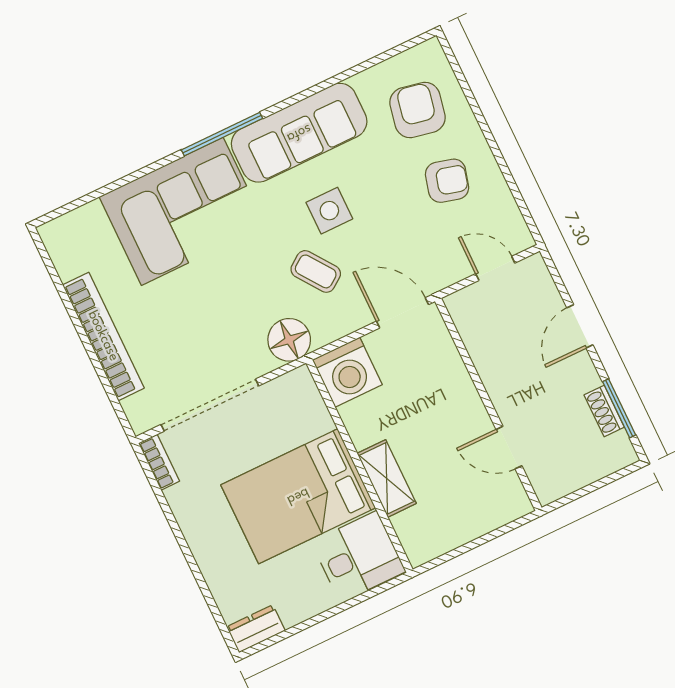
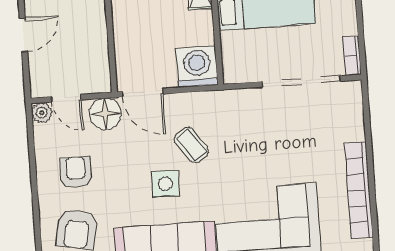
armchair: (447, 181) -> (76, 172), turned 75
plant: (519, 238) -> (42, 113), added
bookcase: (103, 336) -> (359, 190), moved
floor lamp: (289, 340) -> (105, 114), moved

